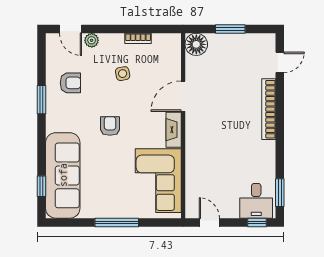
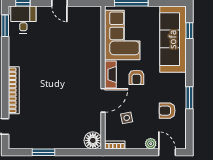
floor lamp: (196, 44) -> (93, 140), moved
door: (183, 96) -> (103, 100), moved
wall: (183, 126) -> (103, 77), moved
fireplace: (174, 130) -> (110, 74), moved
corner sofa: (158, 181) -> (122, 35), moved

